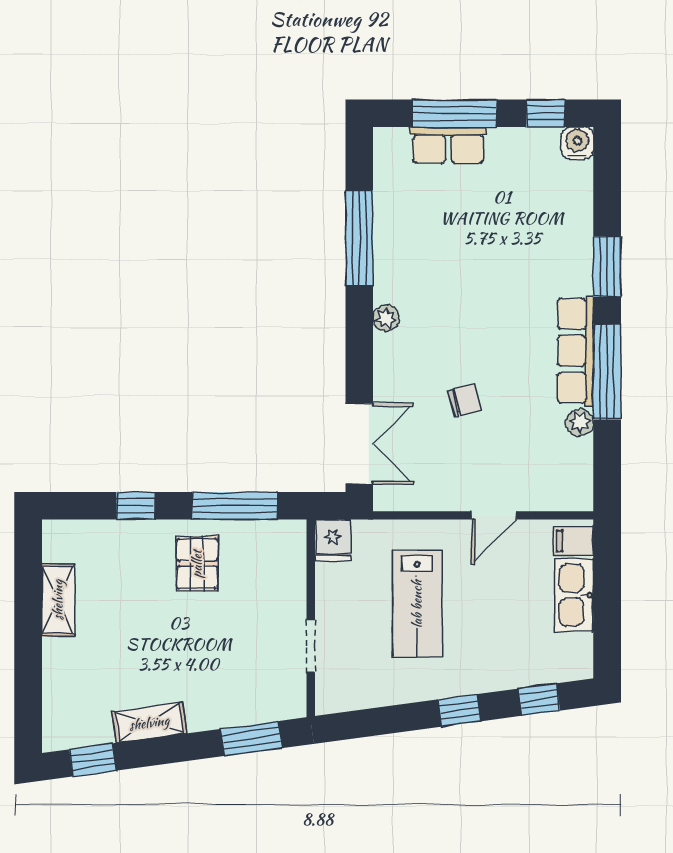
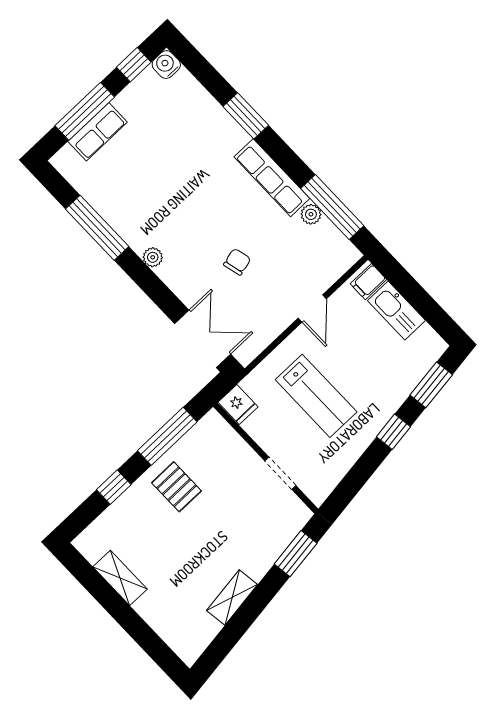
window: (607, 372) -> (332, 207), moved
window: (539, 700) -> (431, 385), width x1.50
window: (93, 760) -> (221, 647), removed

